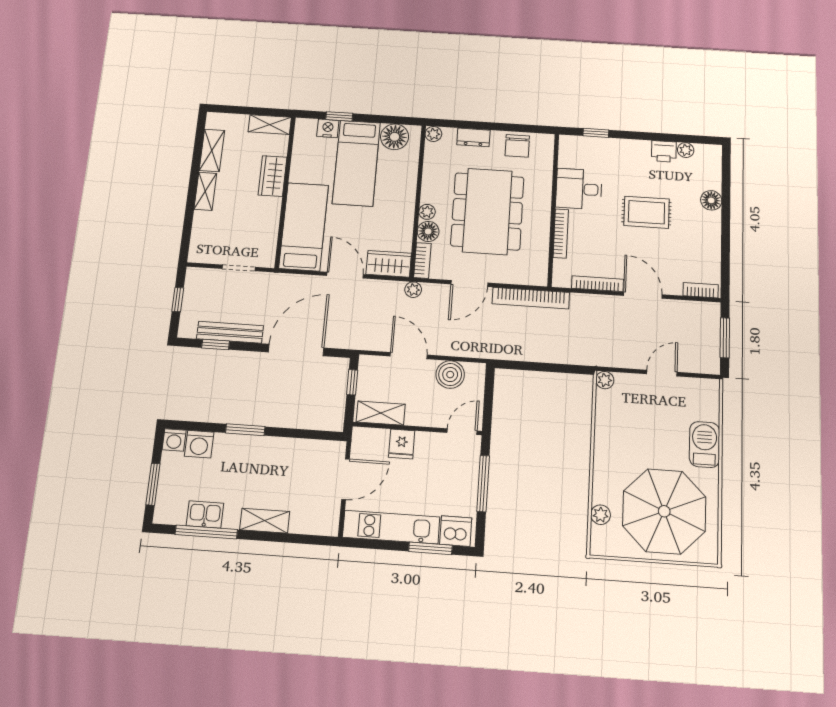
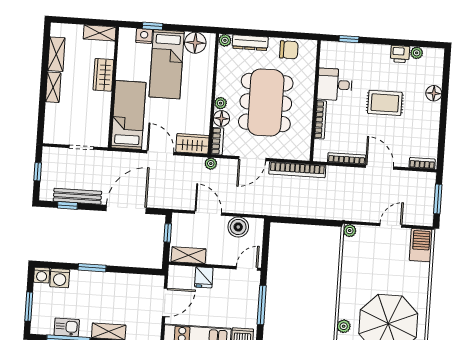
dresser: (473, 137) -> (250, 43), width x1.44
chair: (517, 146) -> (289, 50), turned -90
barbecue: (704, 445) -> (421, 245), moved

